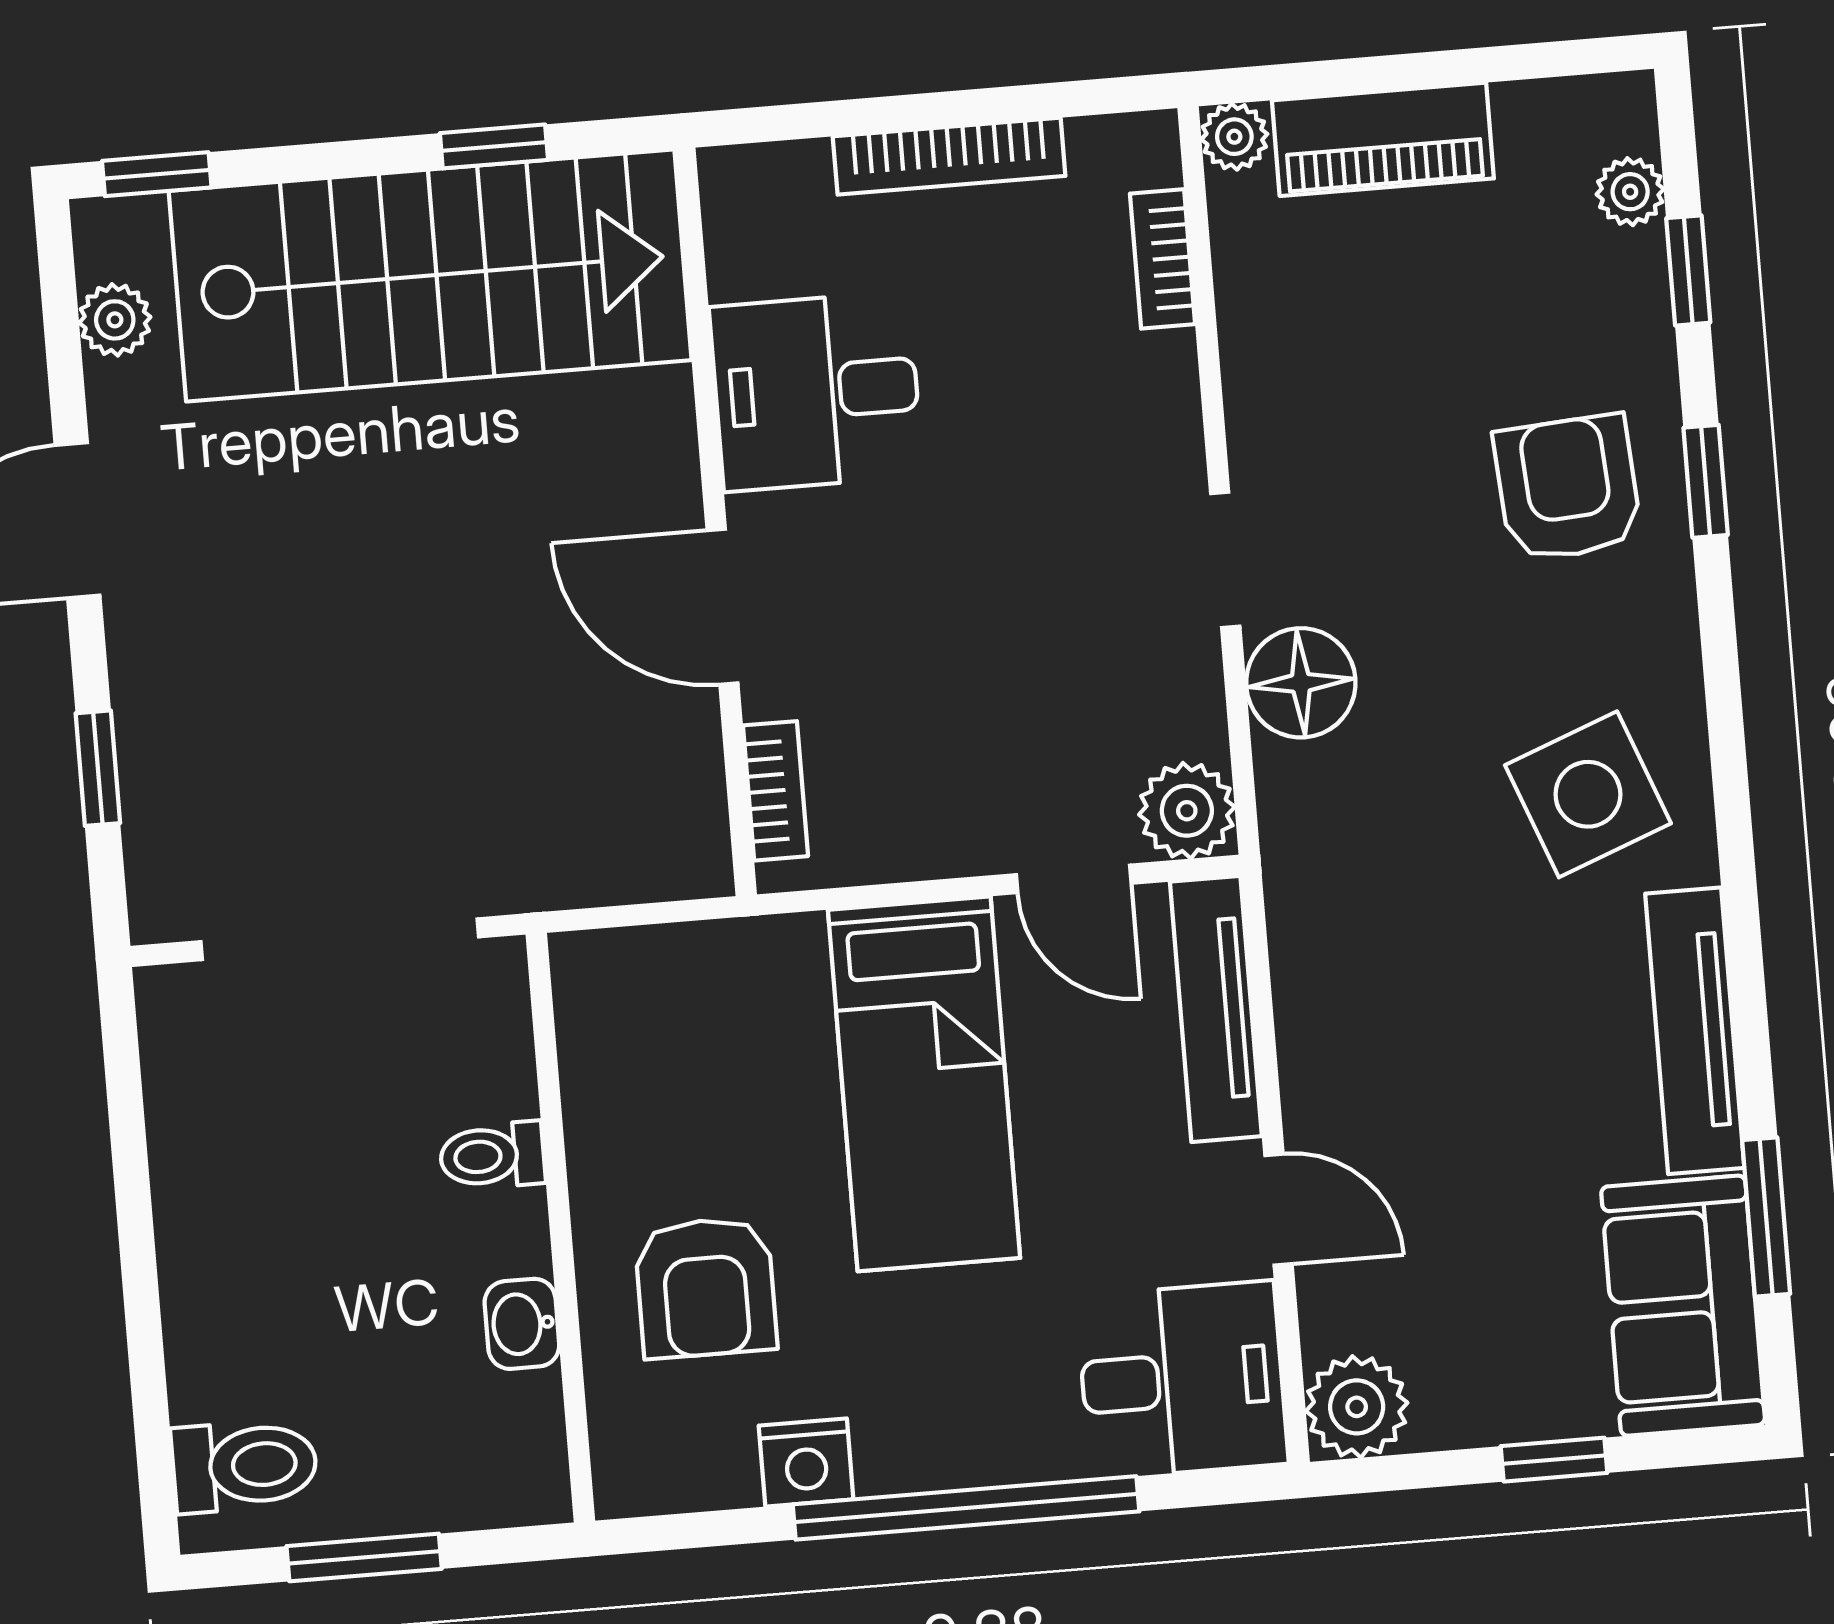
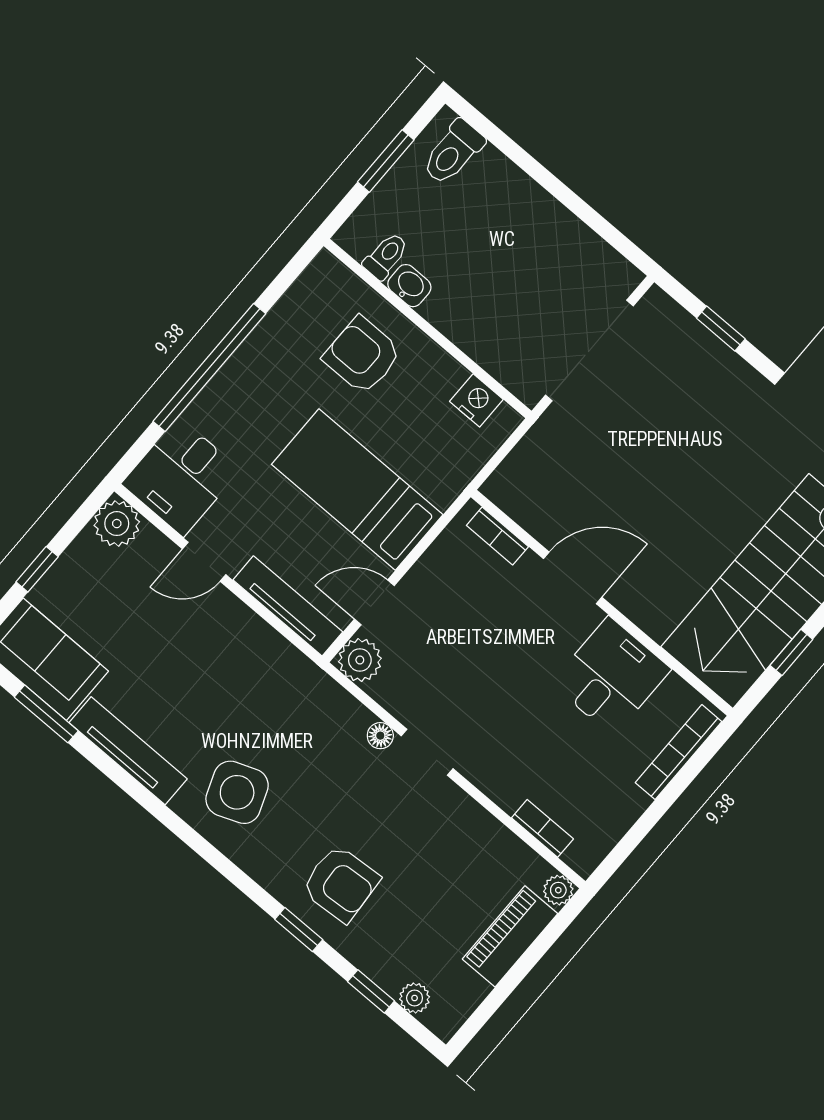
bookcase: (949, 156) -> (679, 752), moved
floor lamp: (1301, 683) -> (380, 736), width x0.53, depth x0.53
toilet: (492, 1156) -> (386, 256), moved
nightstand: (806, 1463) -> (476, 400), moved, turned 90

